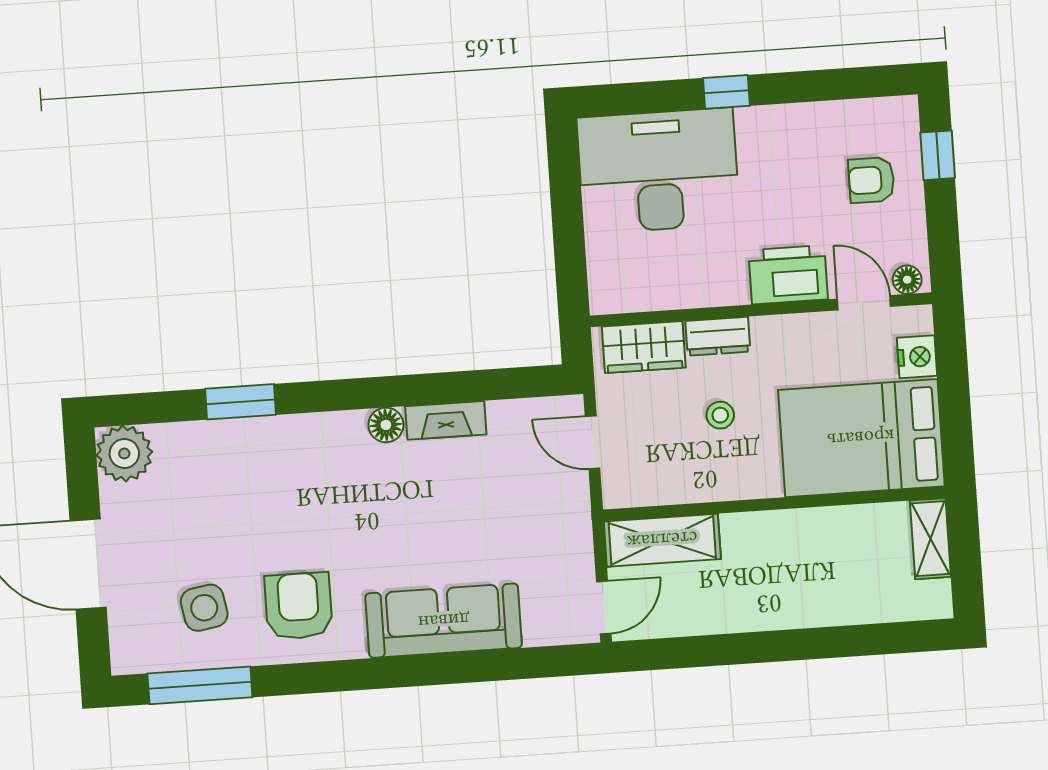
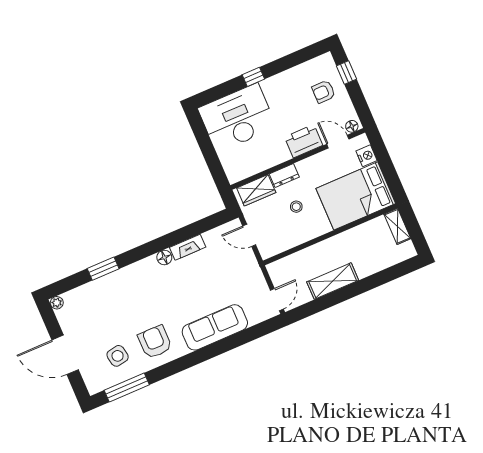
plant: (124, 454) -> (57, 303), width x0.53, depth x0.53
shelving: (662, 540) -> (333, 281), moved

